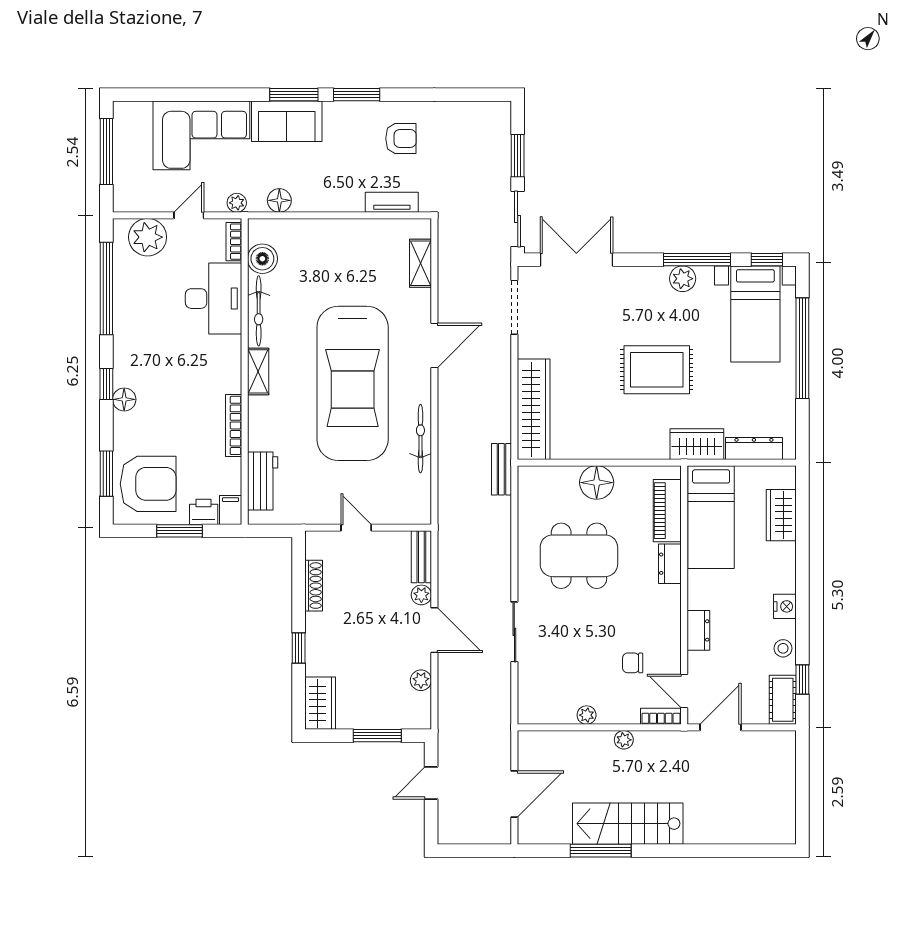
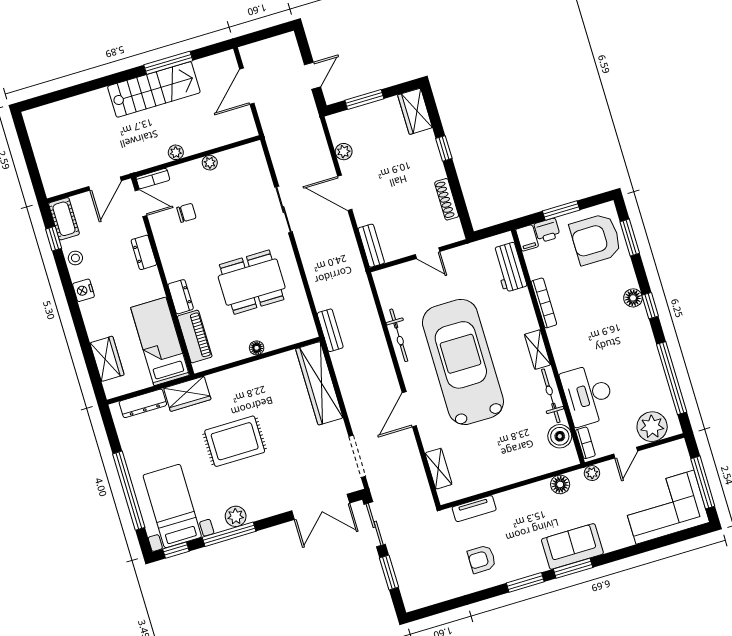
corner sofa: (201, 135) -> (665, 507), moved
floor lamp: (597, 483) -> (257, 348), width x0.53, depth x0.53
plant: (421, 595) -> (363, 217), removed

